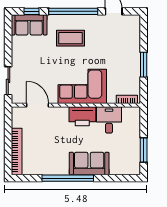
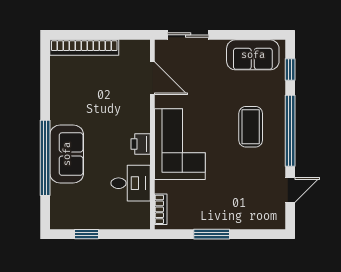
sofa: (29, 25) -> (253, 55), moved, turned -90
door: (38, 105) -> (152, 78), hinge flipped
printer: (82, 116) -> (141, 144), width x0.53, depth x0.68
window: (144, 150) -> (86, 234), width x0.67
window: (68, 178) -> (45, 158), moved

